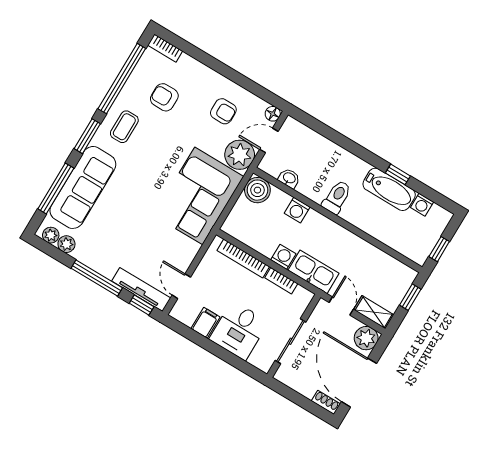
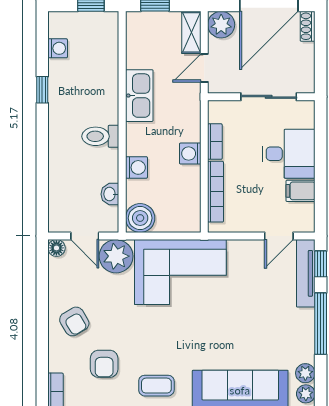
armchair: (223, 111) -> (74, 321), moved, turned 149
bathtub: (389, 189) -> (62, 90), removed
kitchen sink: (314, 272) -> (139, 96), moved, turned 180

